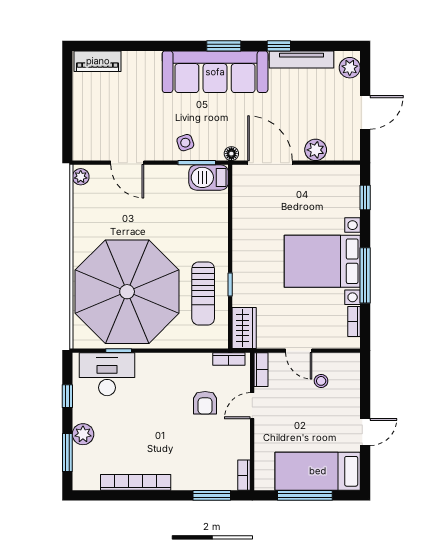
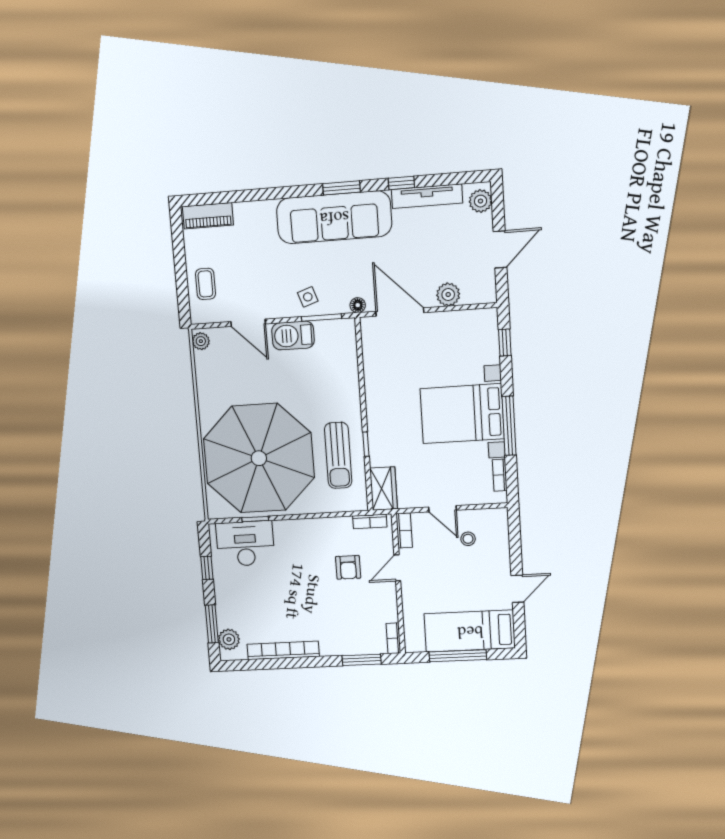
coffee table: (90, 124) -> (205, 284), added
barbecue: (209, 177) -> (293, 335), moved
plant: (83, 434) -> (229, 639), moved

